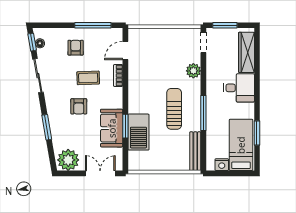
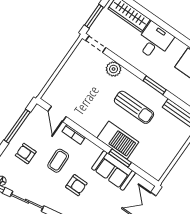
sun lounger: (174, 109) -> (134, 107), turned 180
window: (203, 113) -> (155, 85), width x0.69
barbecue: (138, 132) -> (118, 140), moved

